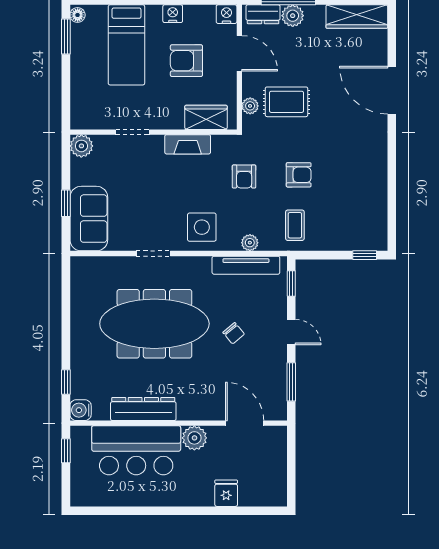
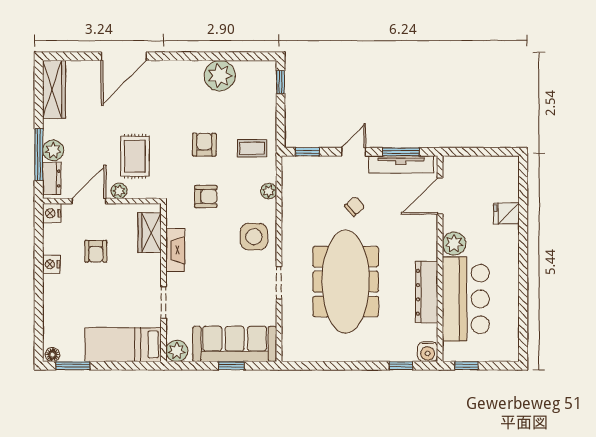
bed: (126, 45) -> (123, 345), moved, turned 180
armchair: (186, 61) -> (96, 251), width x0.72, depth x0.72
plant: (250, 106) -> (119, 191), moved
plant: (371, 191) -> (220, 76), added
sofa: (89, 219) -> (235, 344), width x1.36
tv unit: (246, 265) -> (401, 164), moved, turned 90

